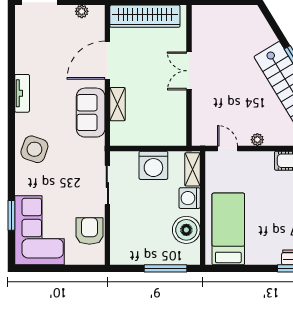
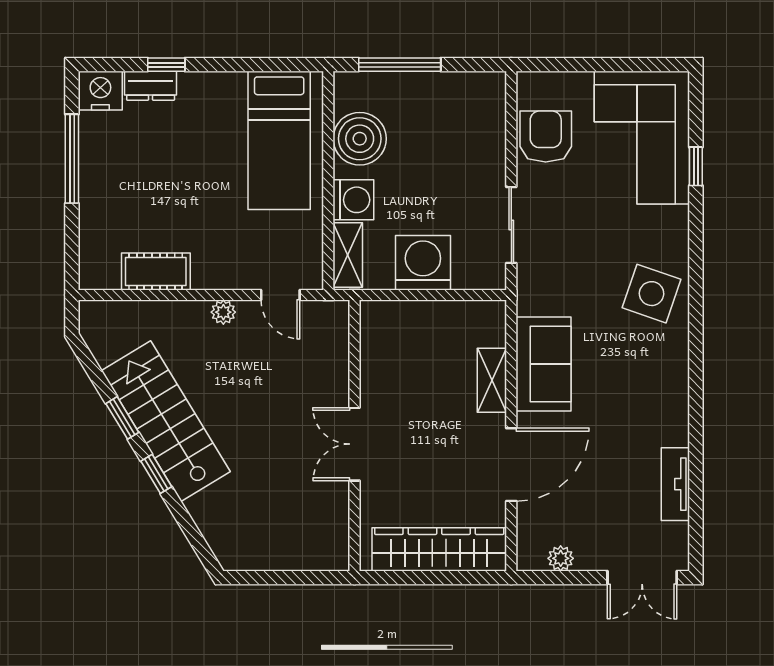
double door: (189, 71) -> (354, 444), swing flipped
tv unit: (22, 93) -> (675, 484), moved
window: (11, 215) -> (696, 166), width x0.67
armchair: (89, 231) -> (546, 136), turned 180

